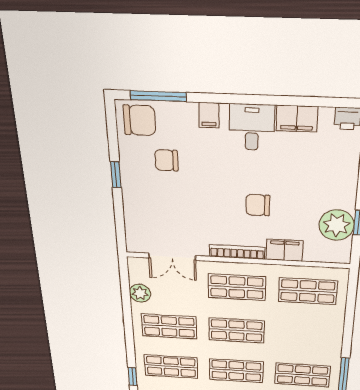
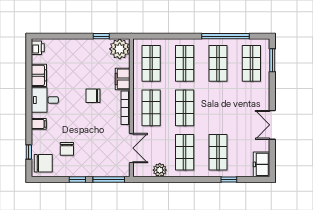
window: (158, 96) -> (29, 152), width x0.46
chair: (139, 120) -> (43, 163), turned 90
chair: (258, 205) -> (93, 96), turned 90
window: (120, 222) -> (109, 179), added
plant: (337, 225) -> (120, 49), moved
shop shelf: (236, 371) -> (185, 63), moved

